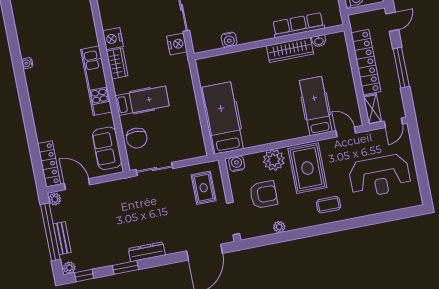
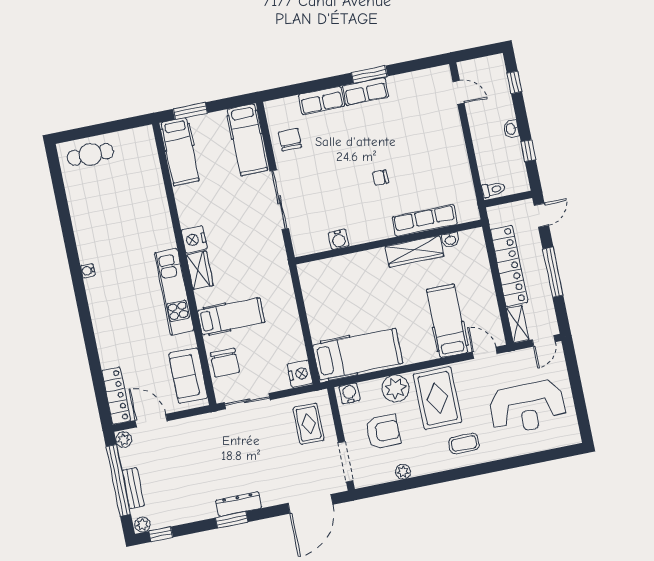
nightstand: (177, 44) -> (300, 374), moved
hospital bed: (223, 118) -> (358, 354), moved, turned 90
window: (125, 267) -> (232, 520), moved

